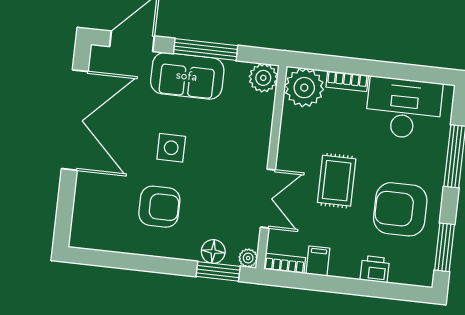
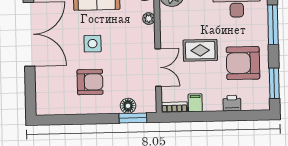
rug: (337, 181) -> (200, 50), turned 90
plant: (248, 258) -> (149, 19), moved

